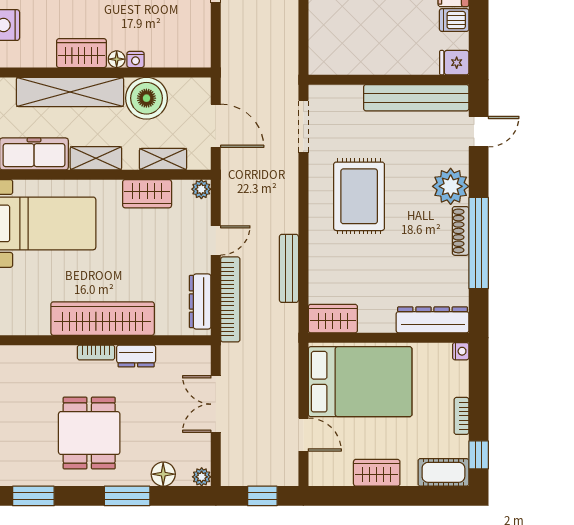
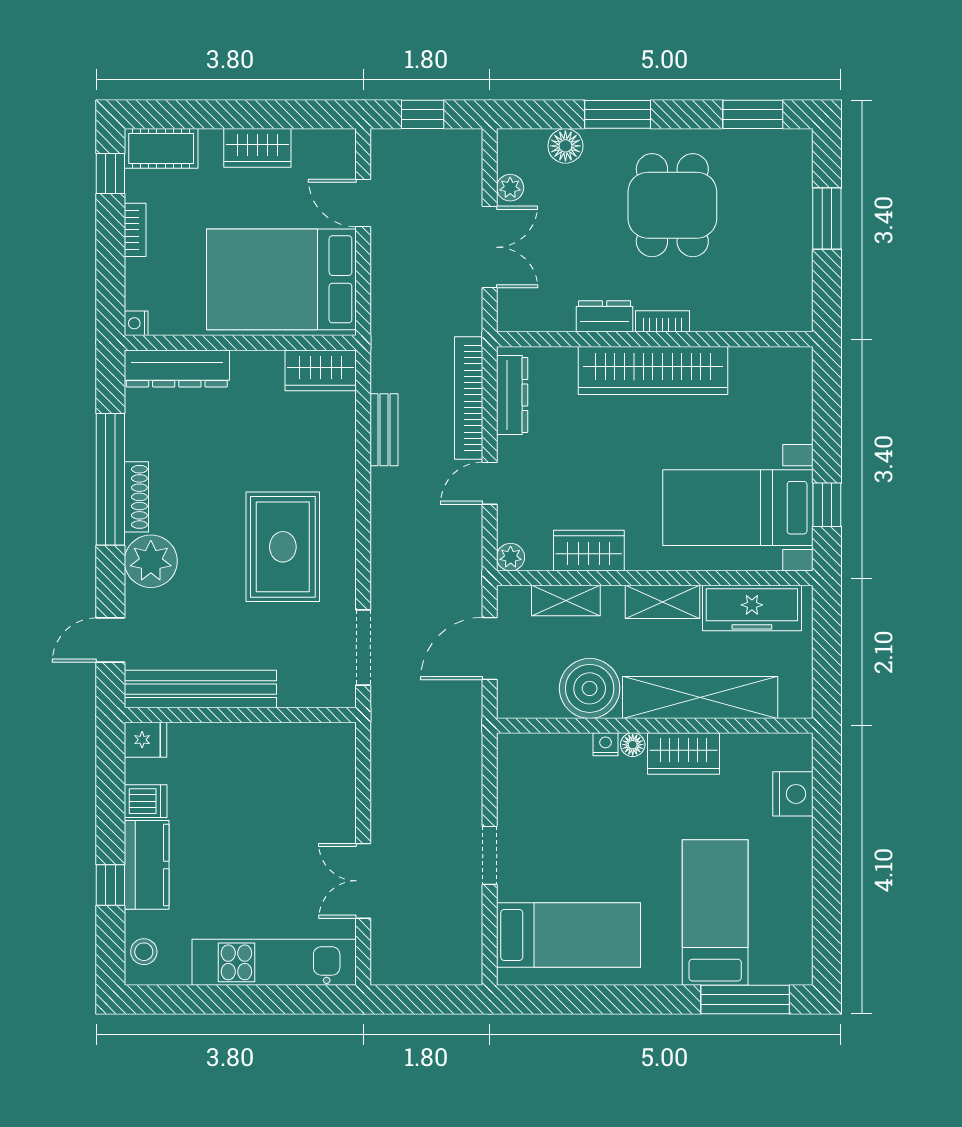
door: (216, 126) -> (490, 649), hinge flipped
bench: (289, 268) -> (384, 430), width x0.73
plant: (202, 477) -> (510, 188), moved

